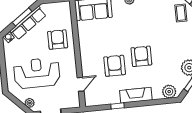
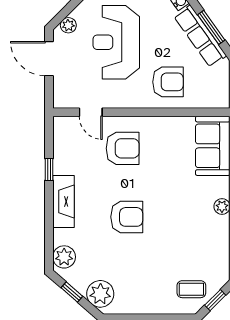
armchair: (115, 66) -> (123, 148), moved
reception desk: (37, 73) -> (116, 42), turned 180

